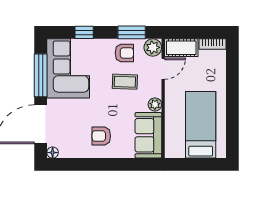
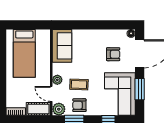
door: (163, 69) -> (51, 94), hinge flipped
window: (41, 75) -> (140, 89), width x0.69
plant: (155, 104) -> (57, 80), moved
armchair: (101, 136) -> (113, 54), moved

